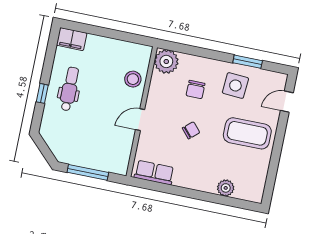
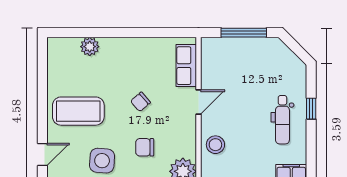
chair: (196, 90) -> (145, 147), turned -90
row of seats: (154, 173) -> (186, 66), moved, turned 90

